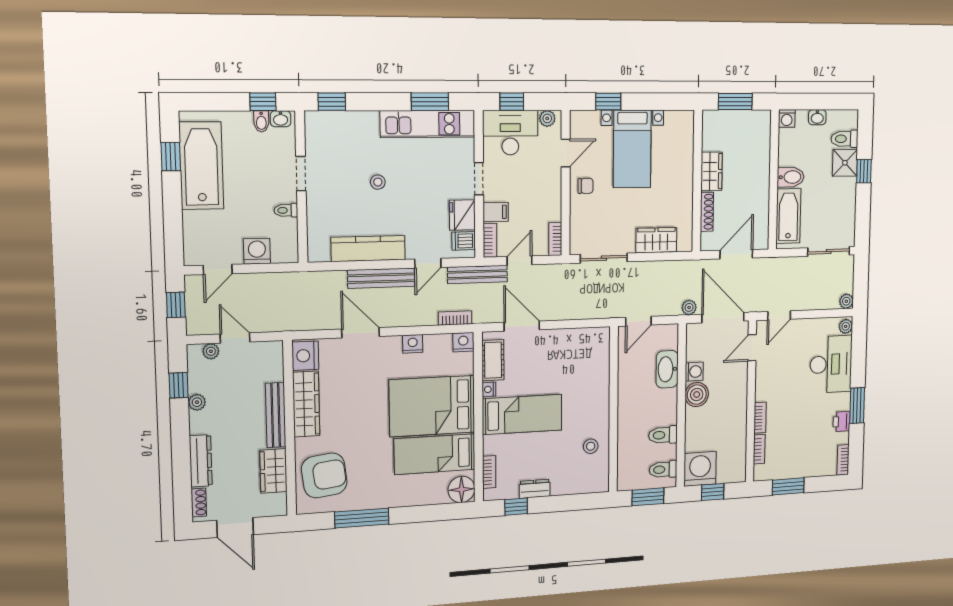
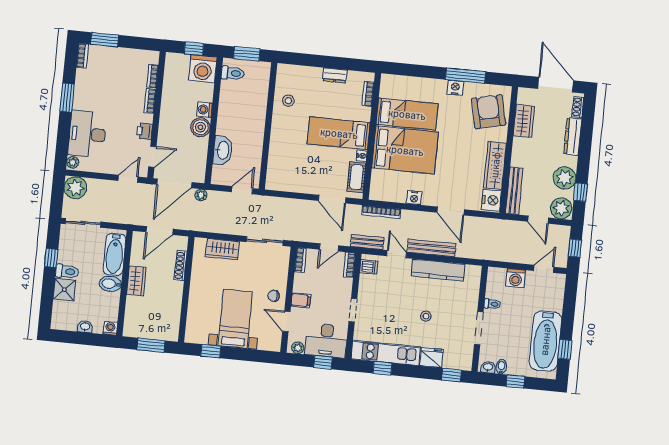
window: (263, 102) -> (515, 382), moved
window: (430, 102) -> (382, 368), width x0.67
window: (608, 102) -> (211, 351), moved
toilet: (845, 139) -> (67, 271), moved
door: (566, 153) -> (286, 321), hinge flipped
wardrobe: (712, 171) -> (136, 281), moved, turned 180
window: (864, 171) -> (51, 258), moved
doorway: (301, 174) -> (479, 328), width x1.38
filing cabinet: (496, 212) -> (301, 300), moved, turned 180
fridge: (462, 215) -> (432, 358), moved, turned -90
door: (428, 263) -> (397, 254), hinge flipped
bench: (477, 274) -> (367, 242), width x0.73
plant: (846, 301) -> (75, 188), width x1.87, depth x1.87
bookcase: (455, 318) -> (381, 212), width x1.56
door: (723, 318) -> (174, 183), hinge flipped
nightstand: (463, 342) -> (455, 88), moved, turned 180
plant: (211, 351) -> (561, 208), width x1.87, depth x1.87
washing machine: (694, 372) -> (205, 110), moved
plant: (197, 402) -> (565, 178), width x1.88, depth x1.88
bench: (276, 415) -> (514, 191), moved
printer: (841, 422) -> (145, 131), moved, turned 180
toilet: (663, 435) -> (230, 100), removed
armchair: (324, 475) -> (489, 112), turned 84
window: (788, 486) -> (105, 40), moved
floor lamp: (462, 489) -> (390, 84), removed
window: (516, 507) -> (350, 64), removed
door: (235, 528) -> (556, 85), width x1.36

